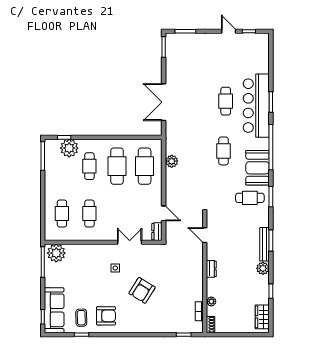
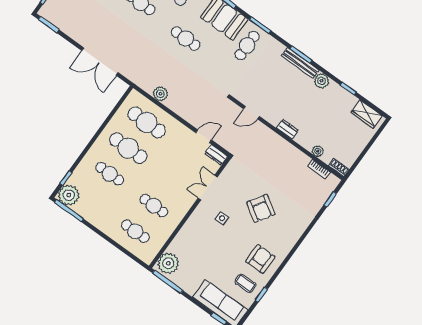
plant: (69, 148) -> (69, 195), moved

